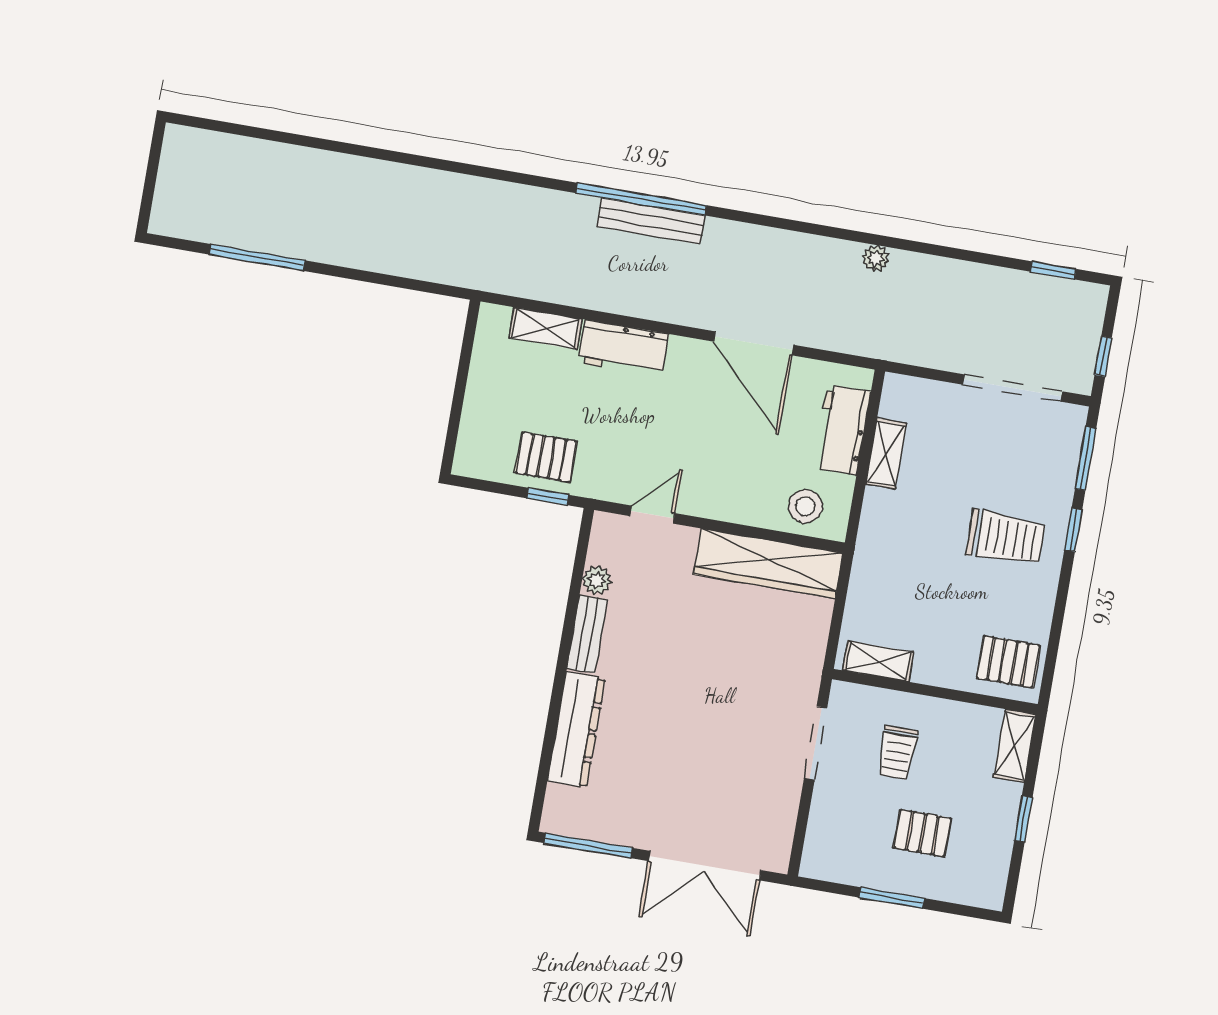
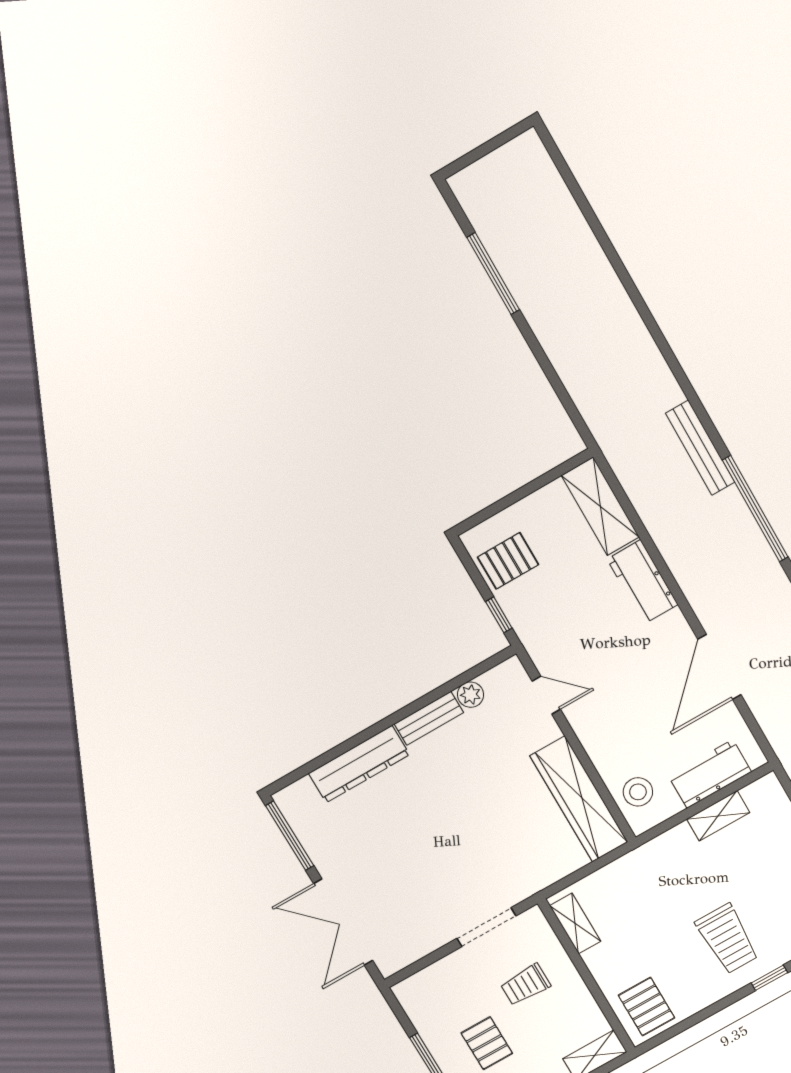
bench: (651, 221) -> (700, 448), moved
shelving: (546, 328) -> (600, 506), width x1.50, depth x1.33
pallet: (546, 457) -> (508, 561), moved, turned 90

